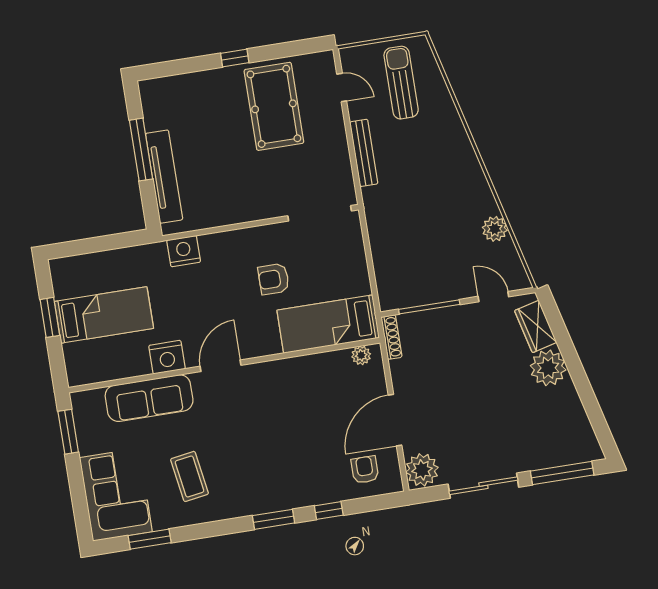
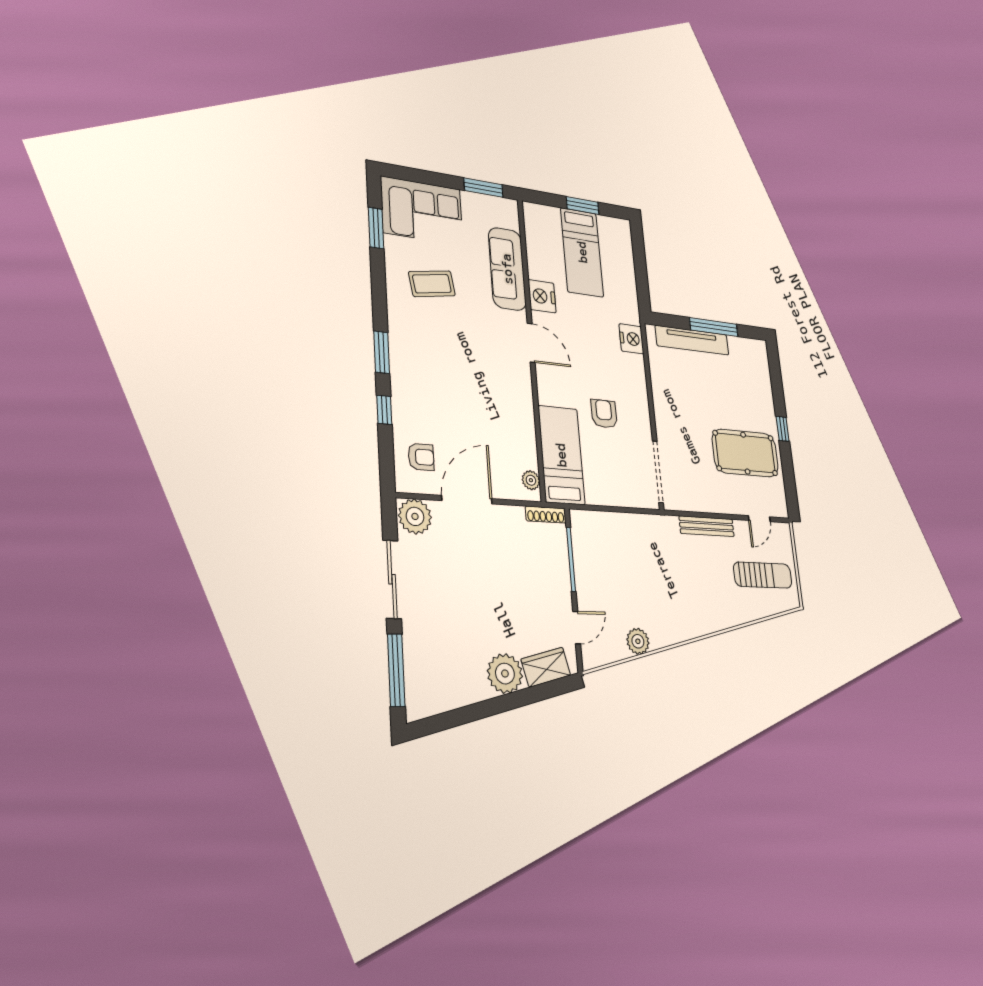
door: (395, 420) -> (467, 500), hinge flipped

